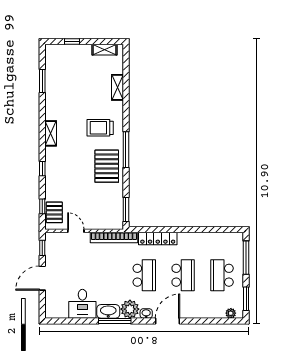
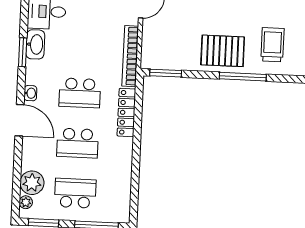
plant: (130, 309) -> (32, 183), moved
window: (115, 321) -> (23, 52), width x0.69

